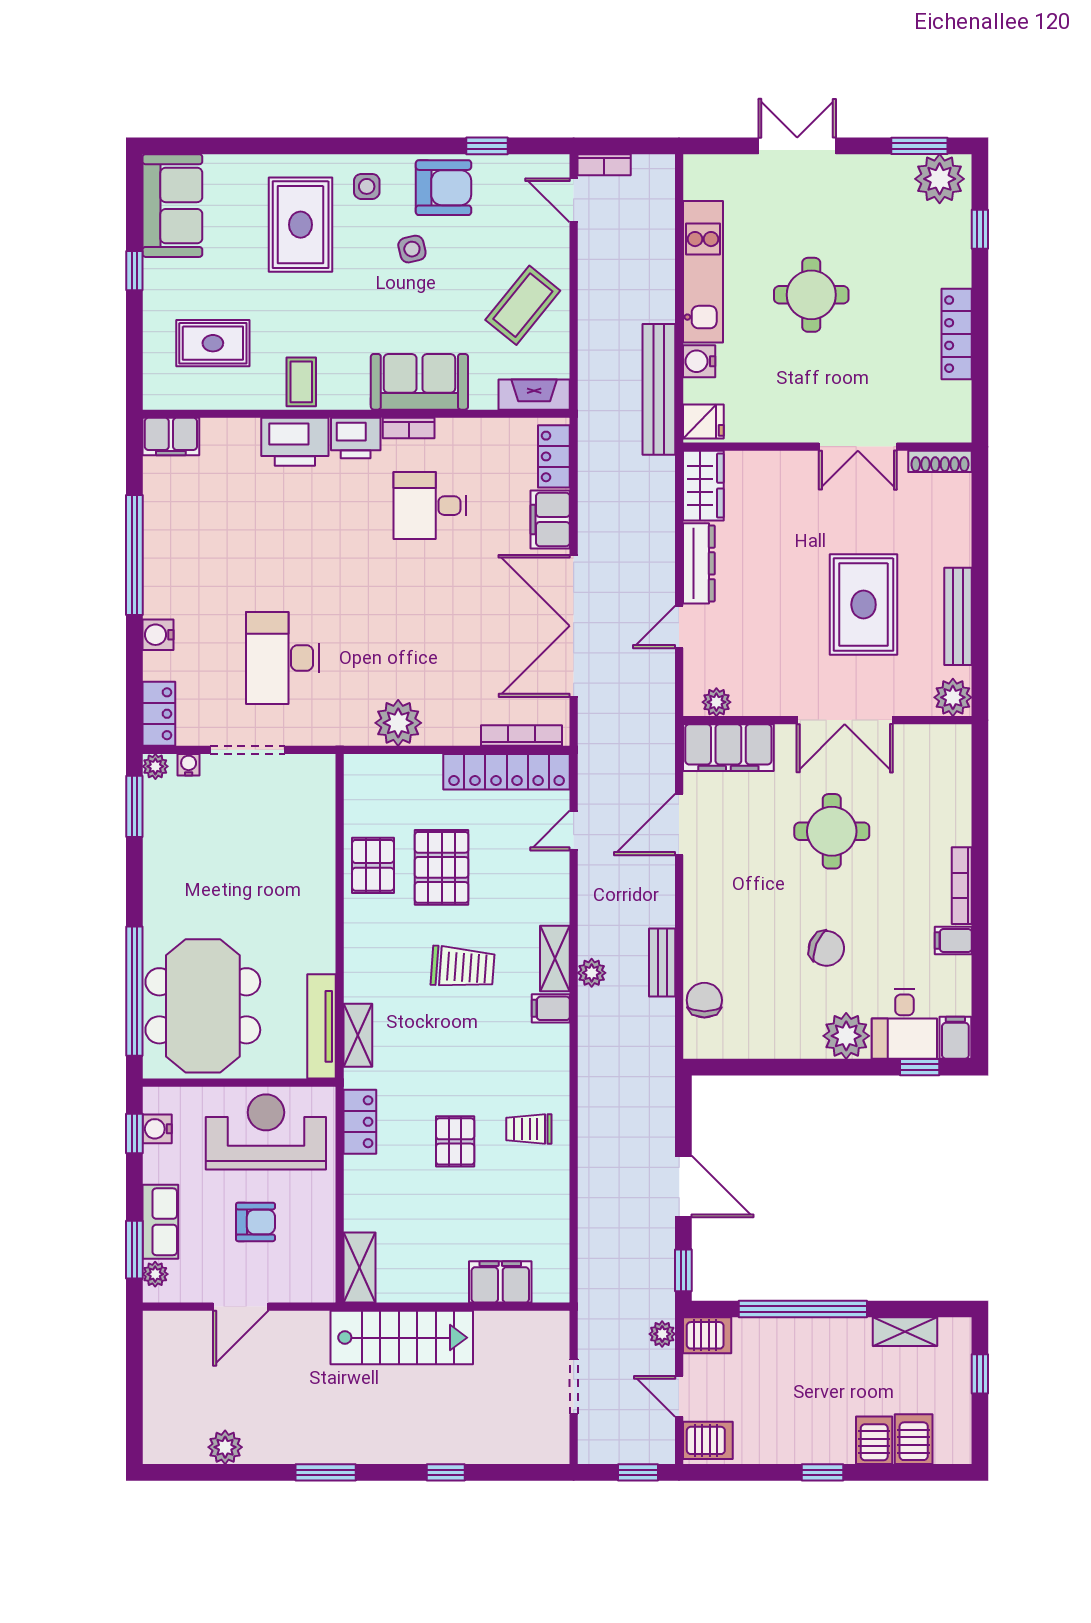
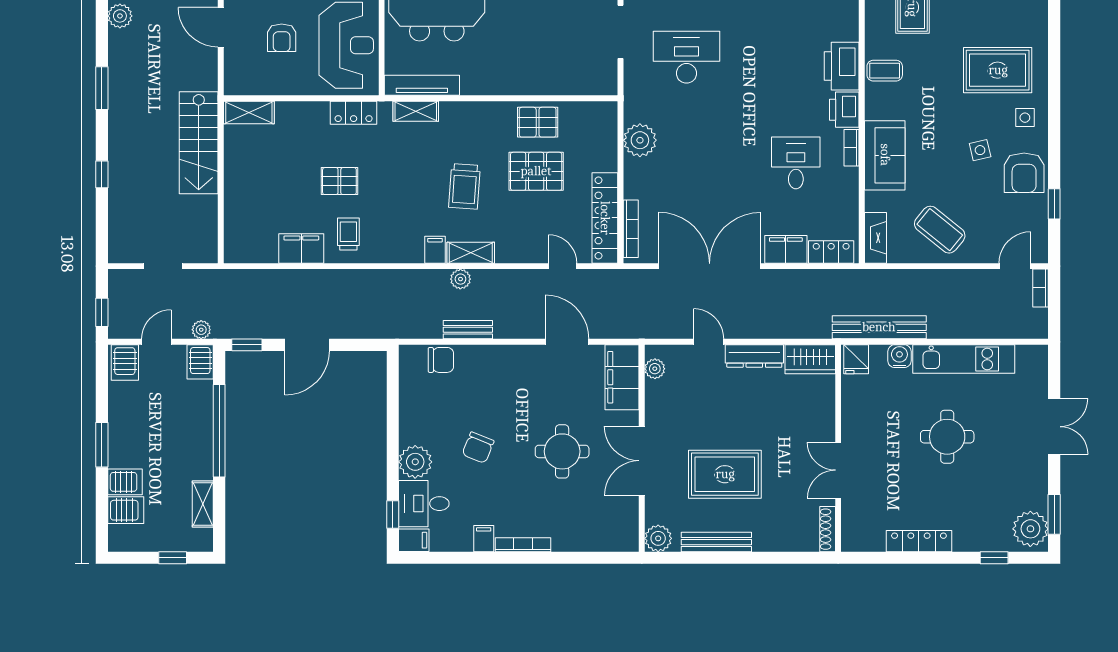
filing cabinet: (500, 1282) -> (301, 248), moved, turned -90
window: (822, 1472) -> (102, 445), width x1.50

